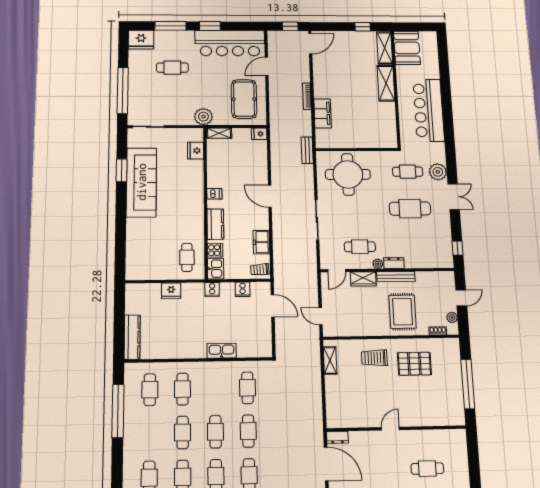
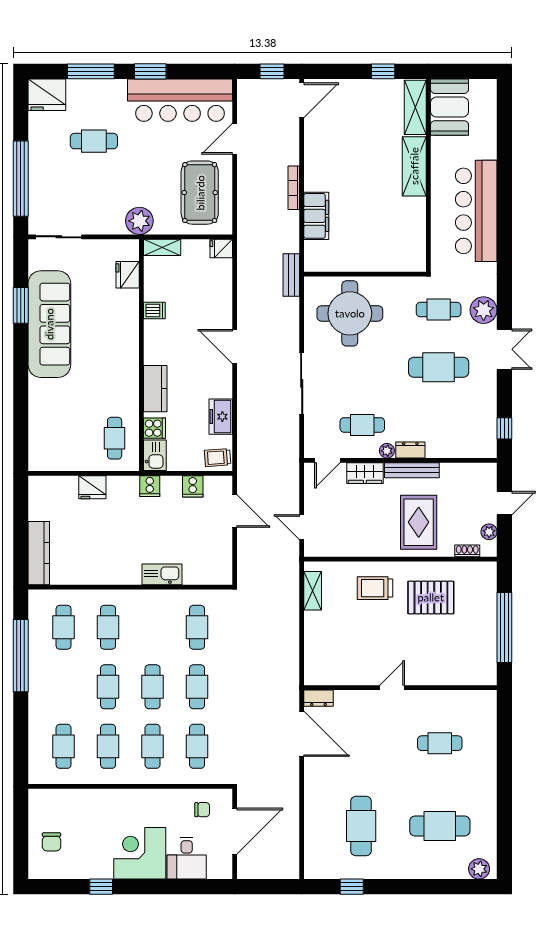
dishwasher: (214, 194) -> (154, 311), moved

